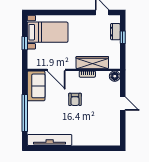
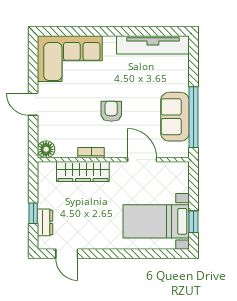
window: (25, 43) -> (193, 222), moved
sofa: (36, 86) -> (175, 117), moved
window: (25, 113) -> (193, 117), moved
corner sofa: (100, 132) -> (70, 59), added

